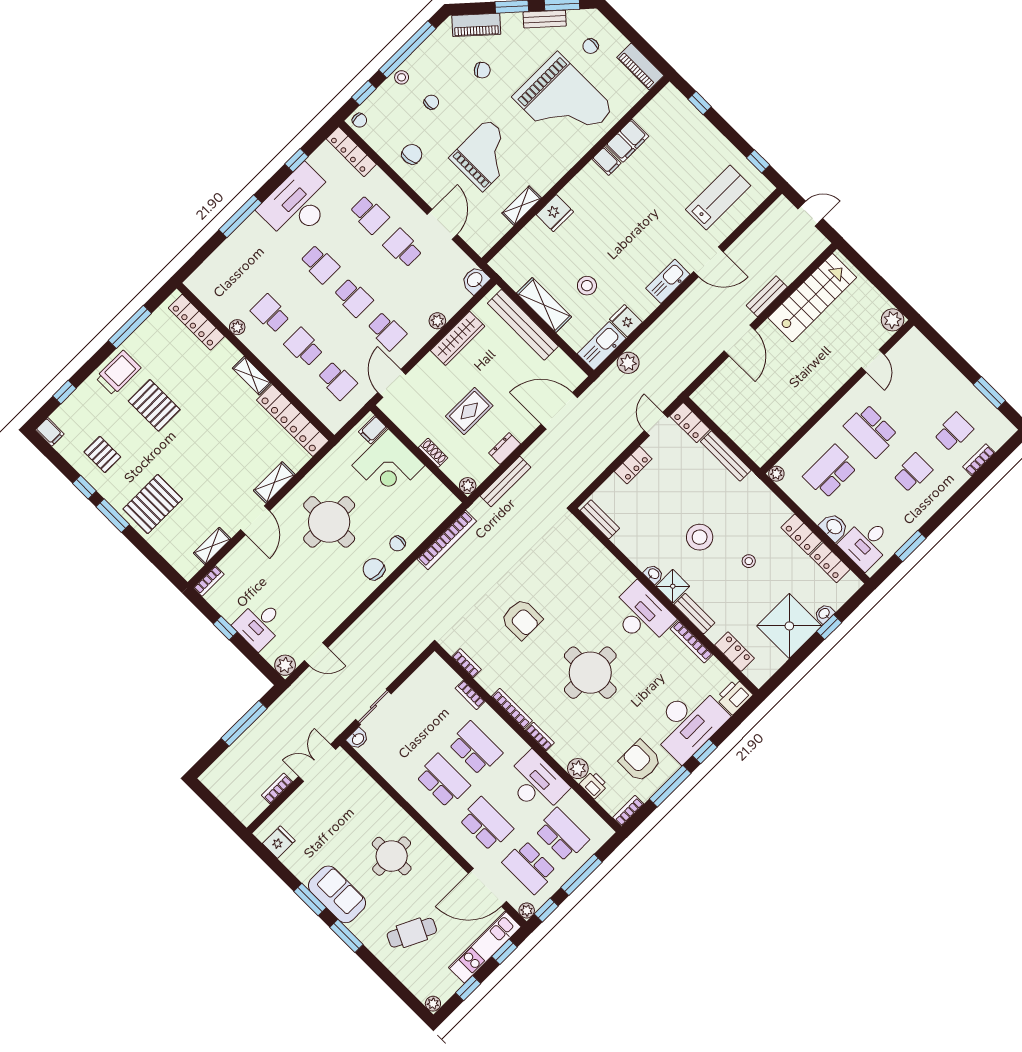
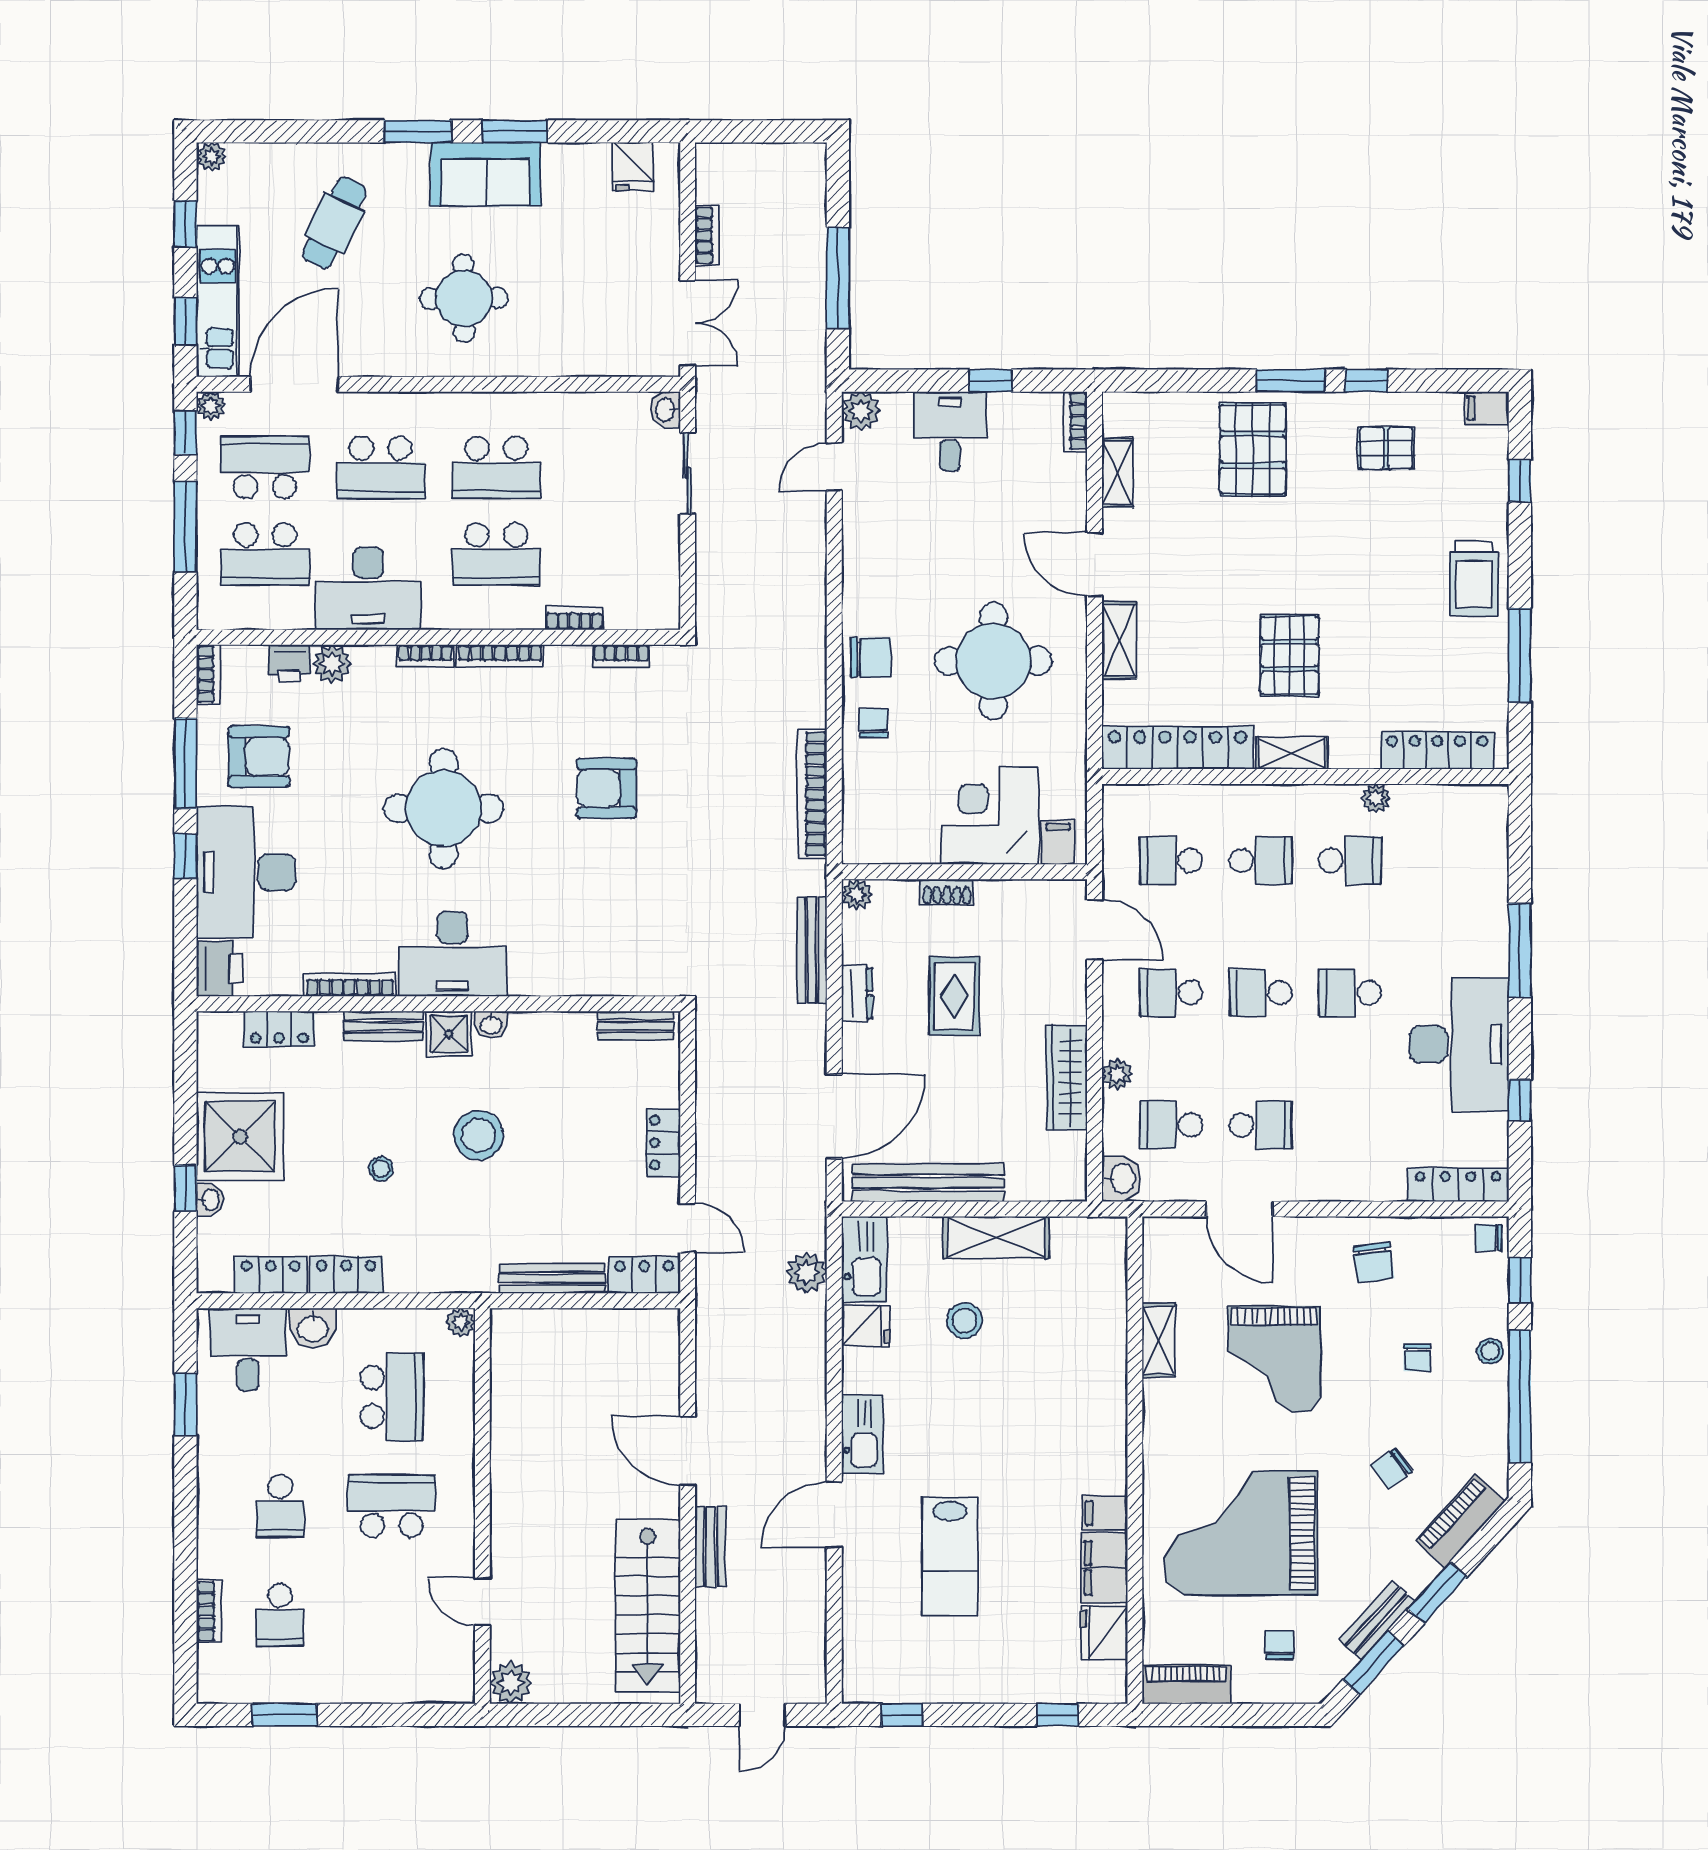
lab bench: (718, 198) -> (950, 1557), moved
fridge: (555, 213) -> (1104, 1633), moved
school desk: (369, 215) -> (1171, 1125), moved
bench: (523, 325) -> (928, 1183), moved
pallet: (154, 405) -> (1290, 656), moved, turned 90

